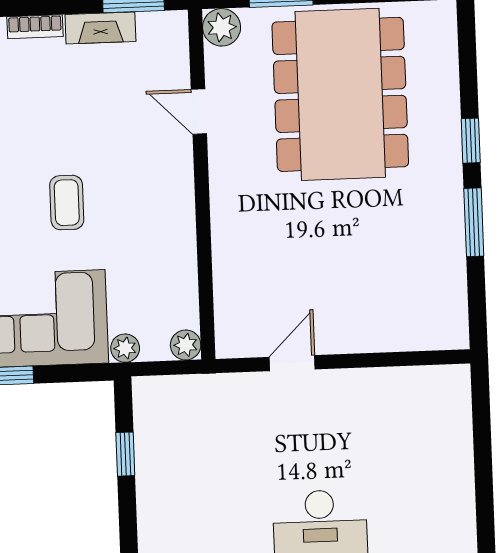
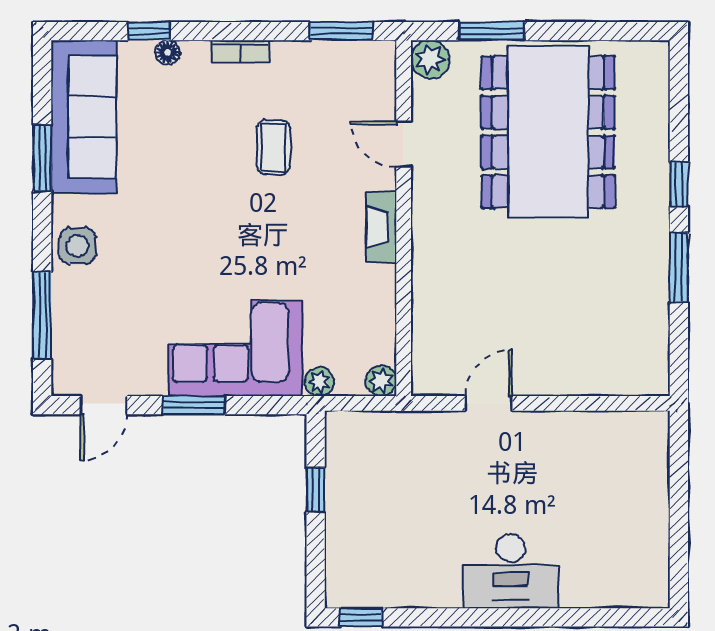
fireplace: (100, 28) -> (381, 227), moved, turned 90
coffee table: (67, 203) -> (273, 147), moved

